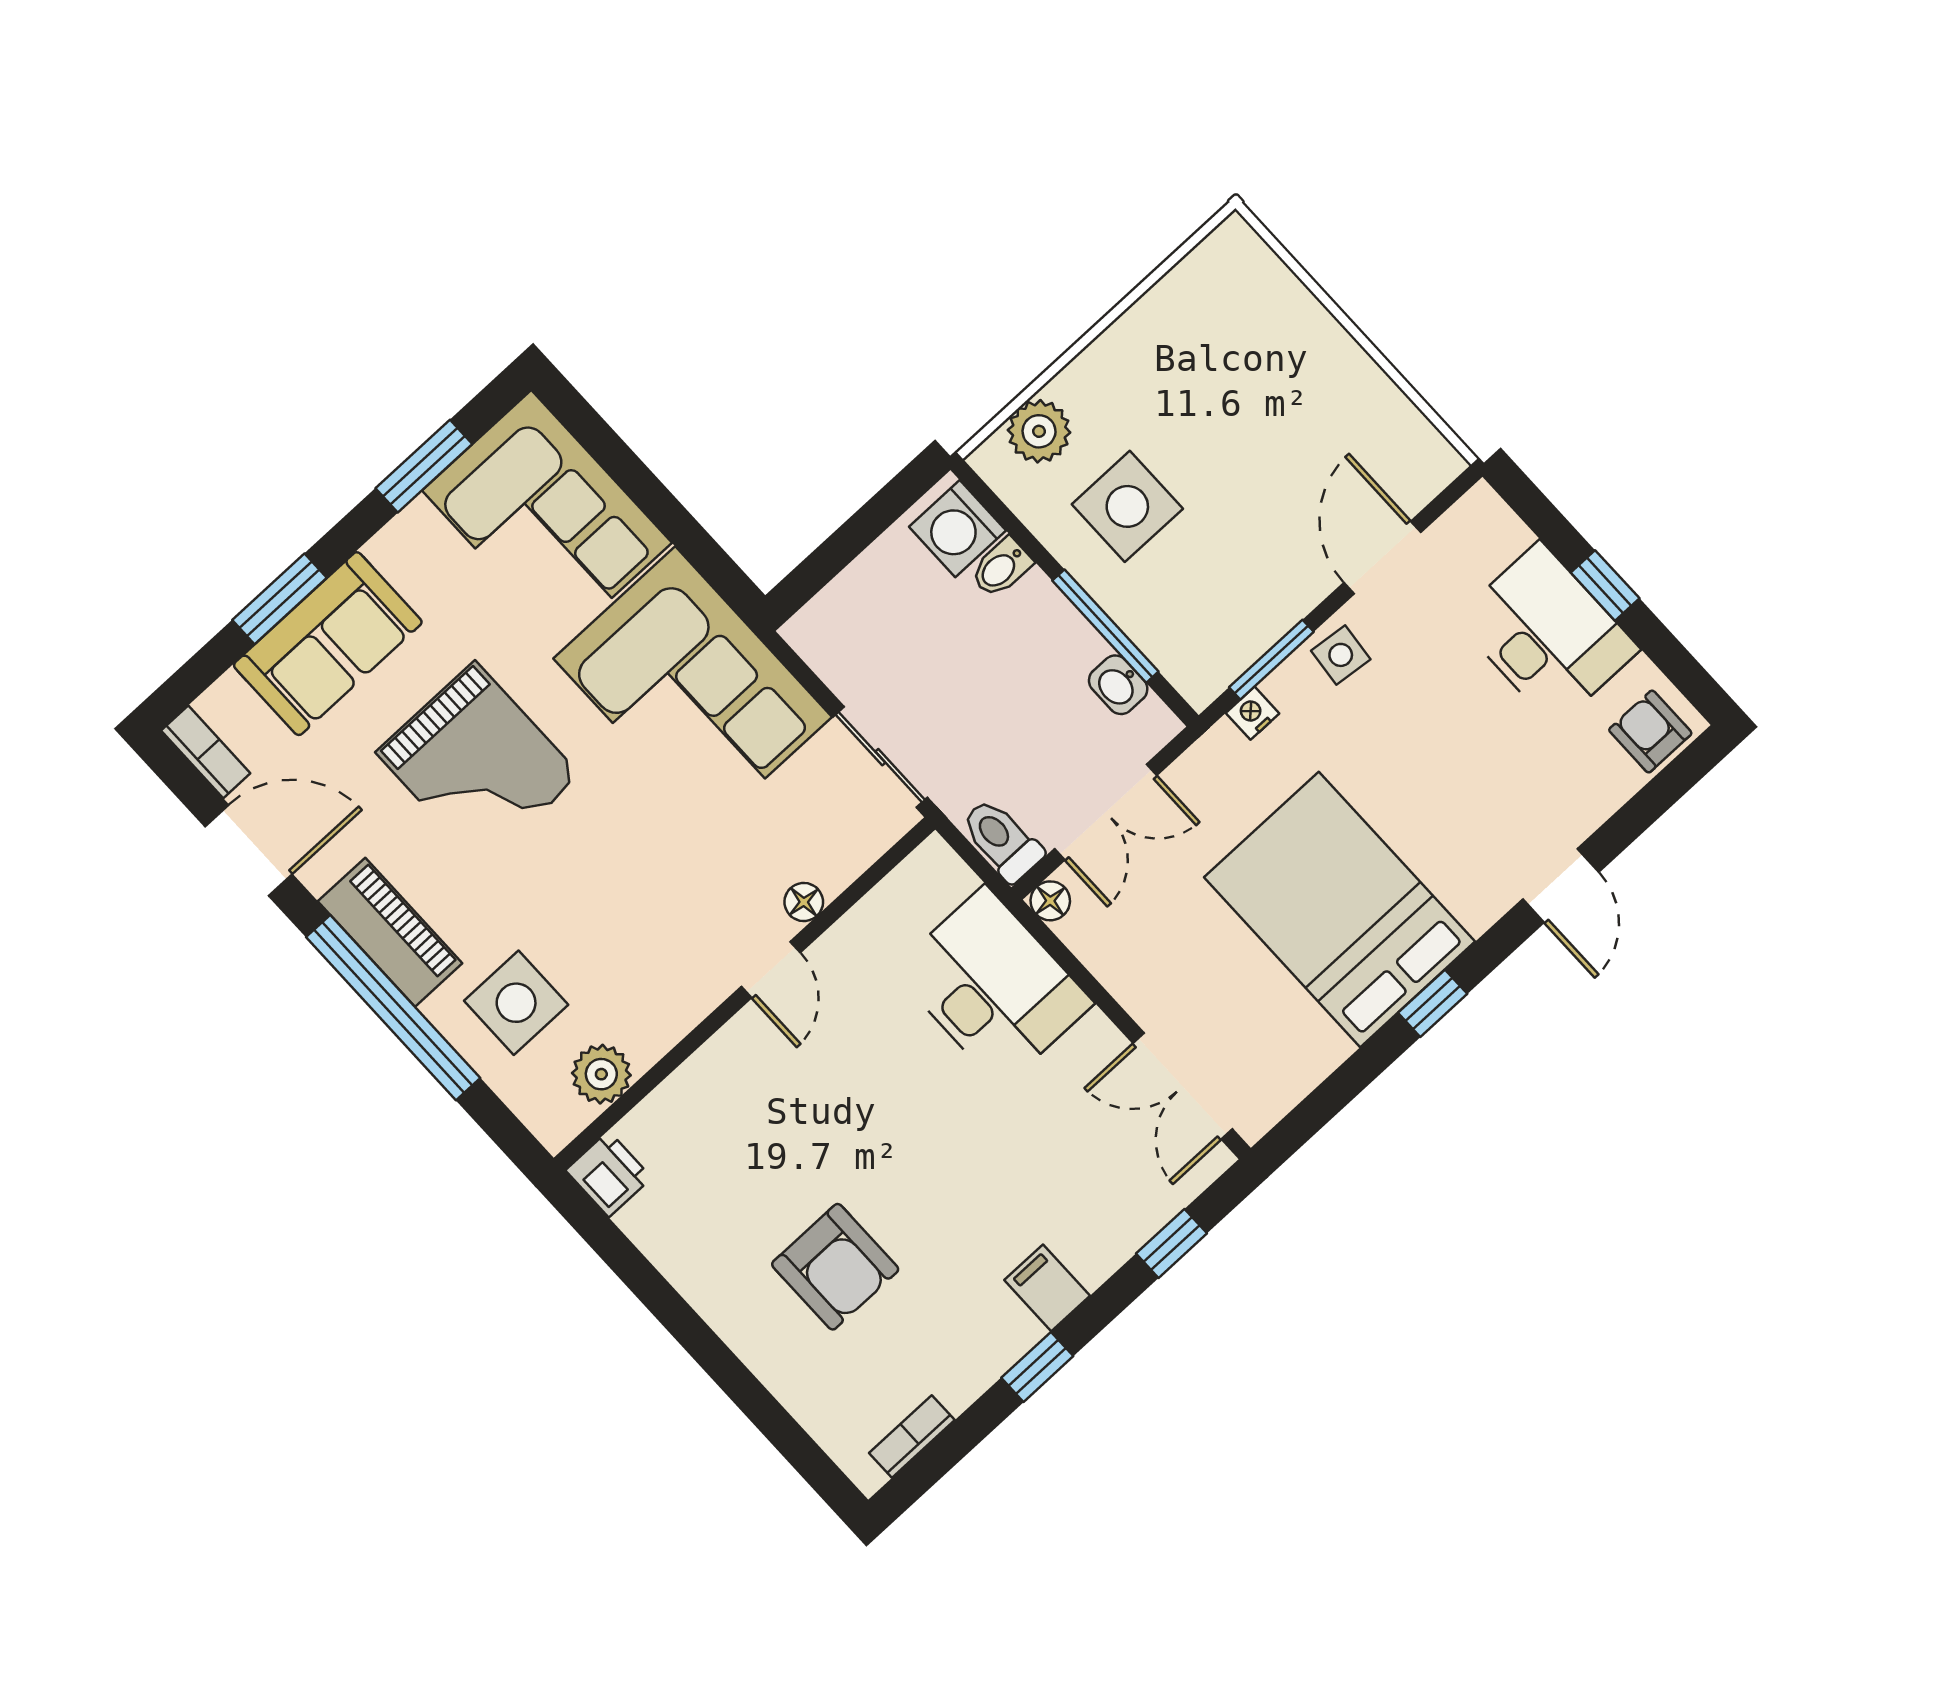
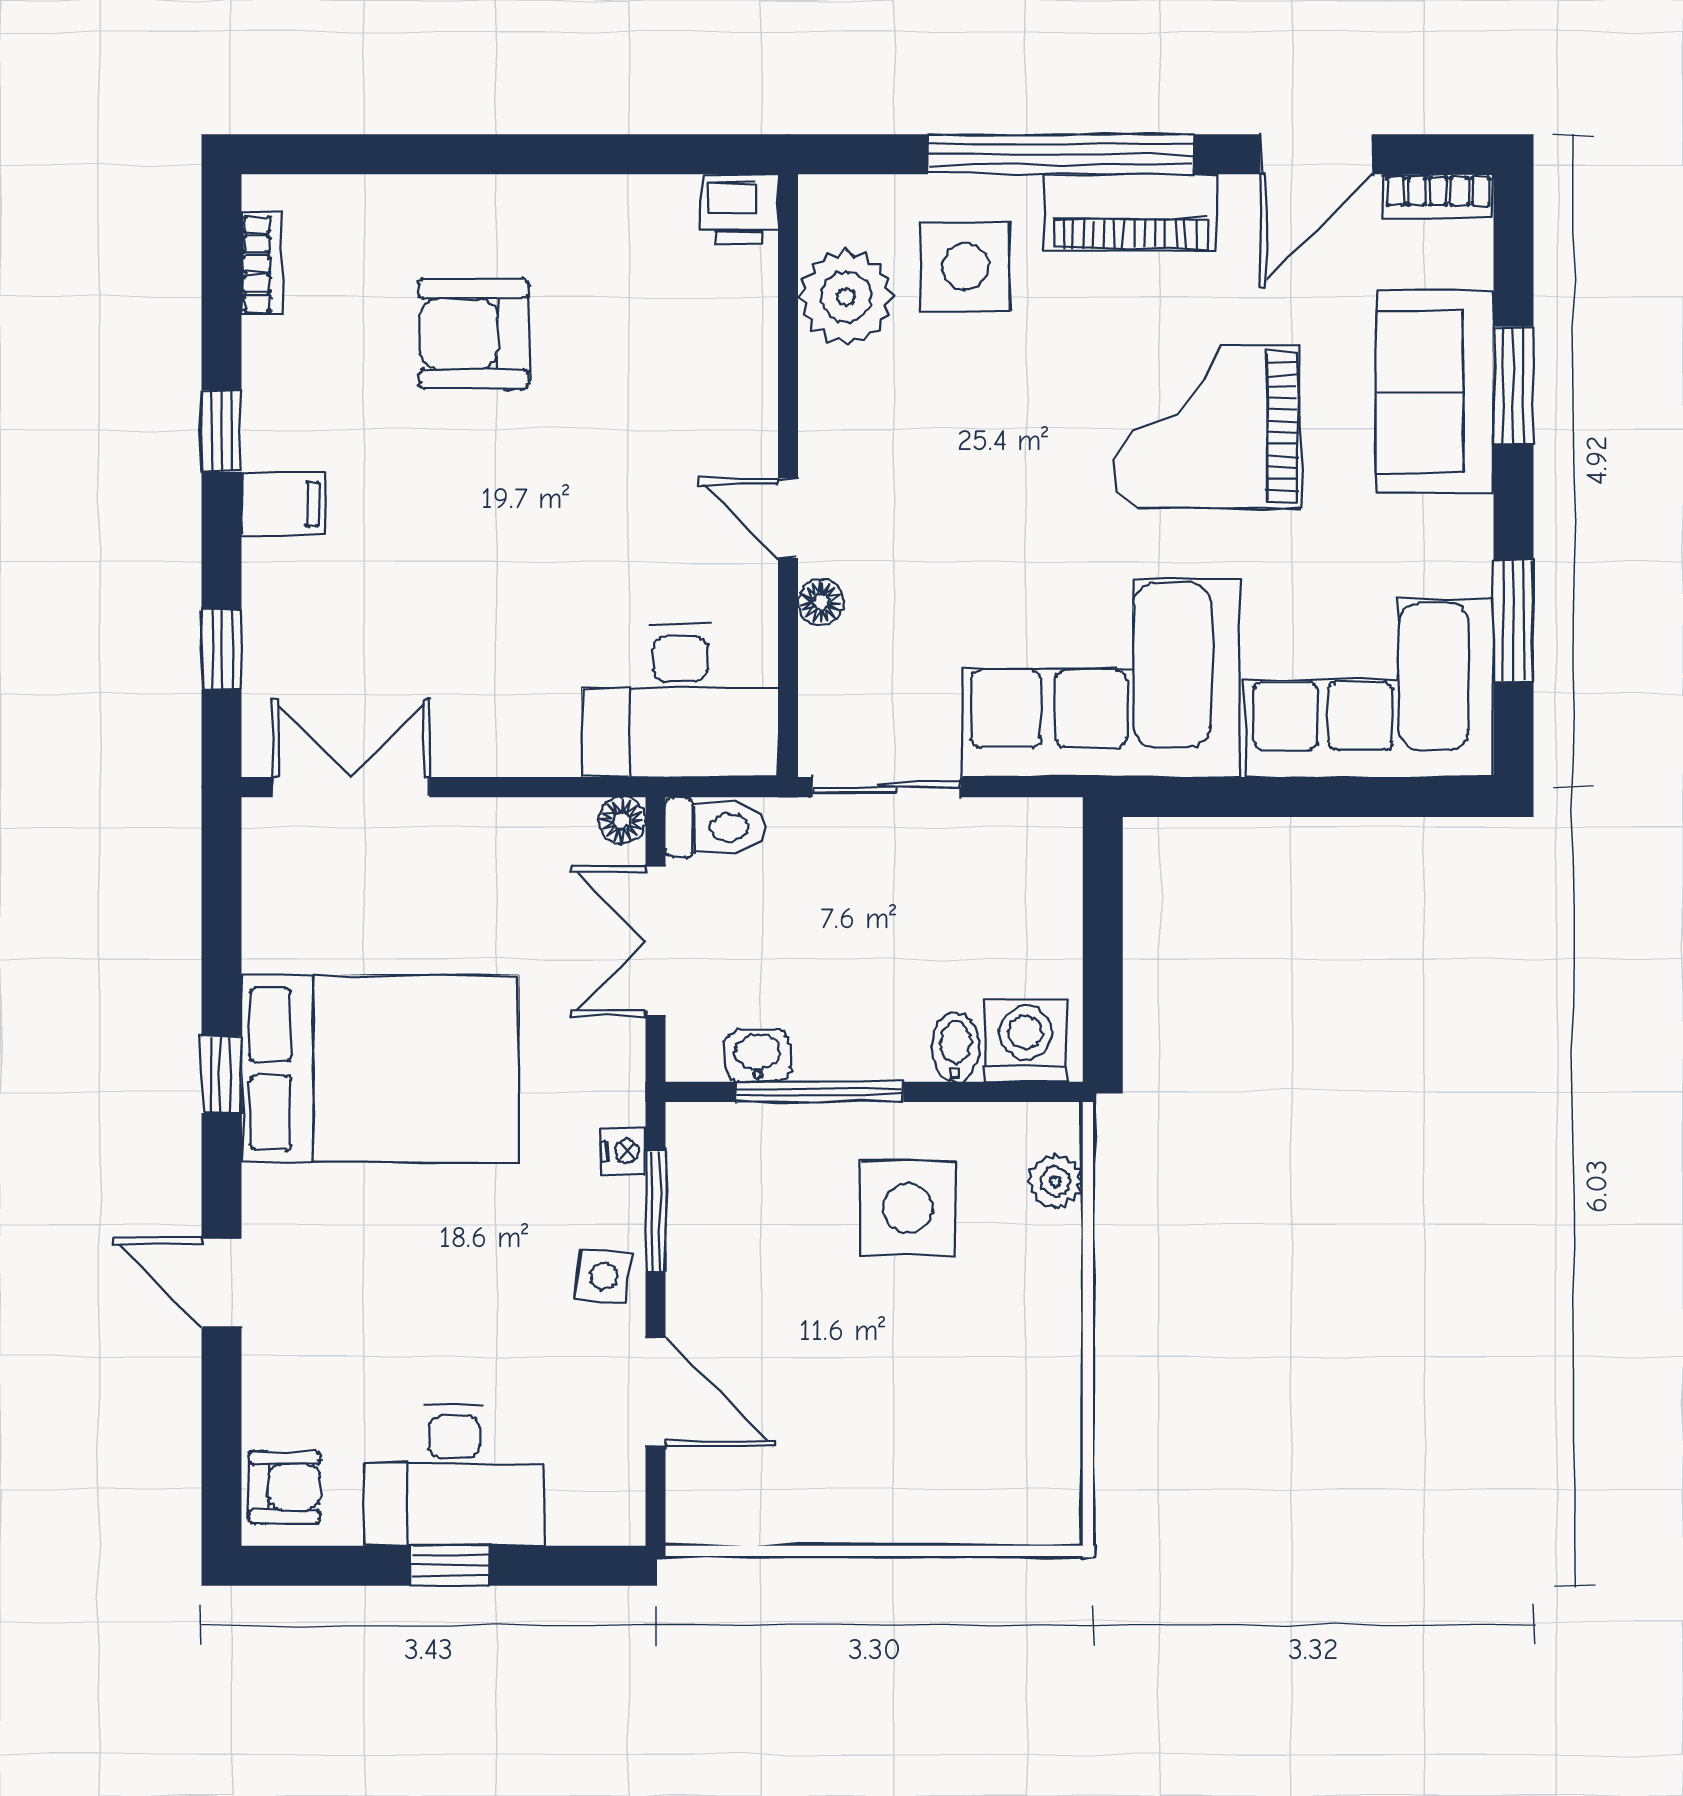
plant: (1039, 431) -> (1056, 1181), width x0.73, depth x0.73
desk: (993, 987) -> (680, 700), moved
plant: (601, 1074) -> (846, 297), width x1.36, depth x1.36

